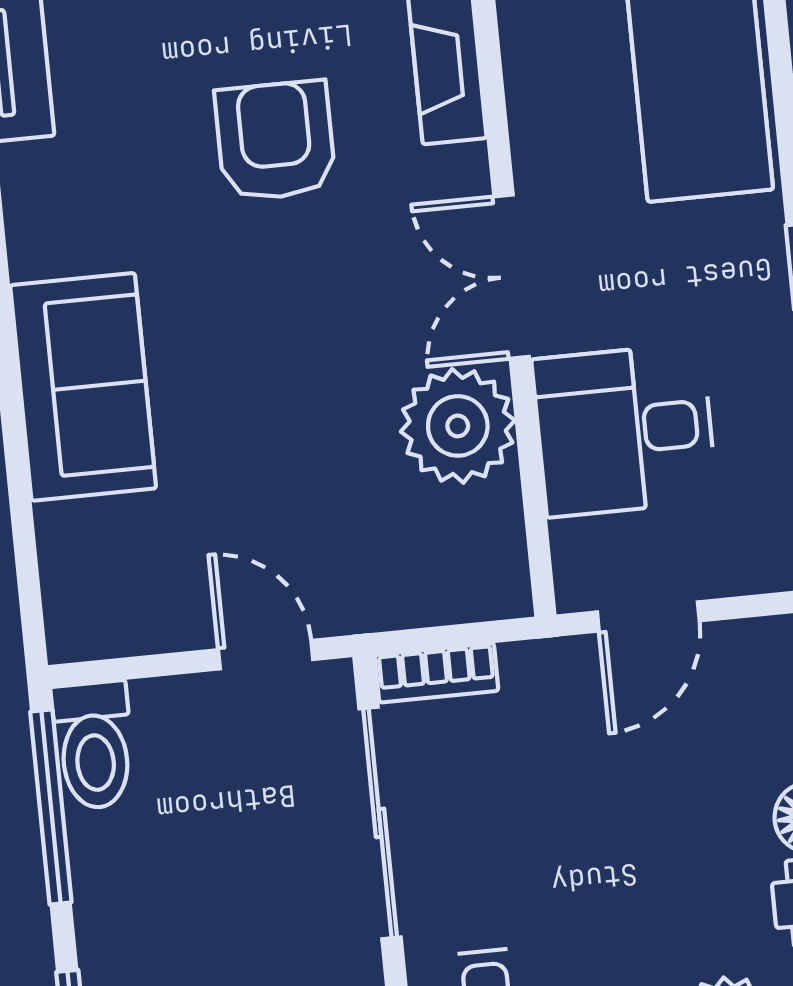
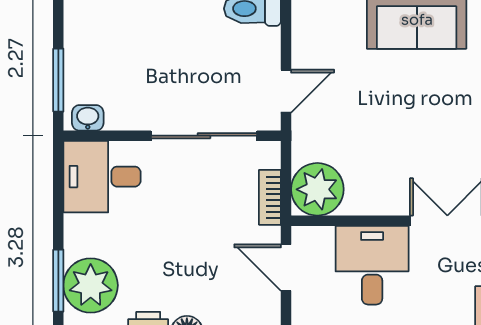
plant: (458, 426) -> (317, 189), moved
bookcase: (436, 673) -> (270, 197), moved

